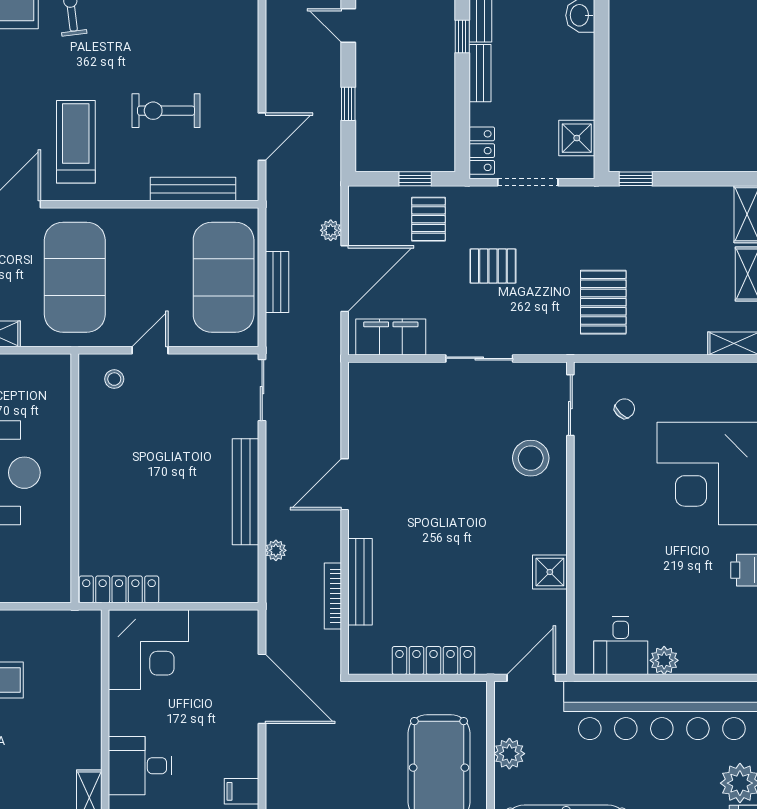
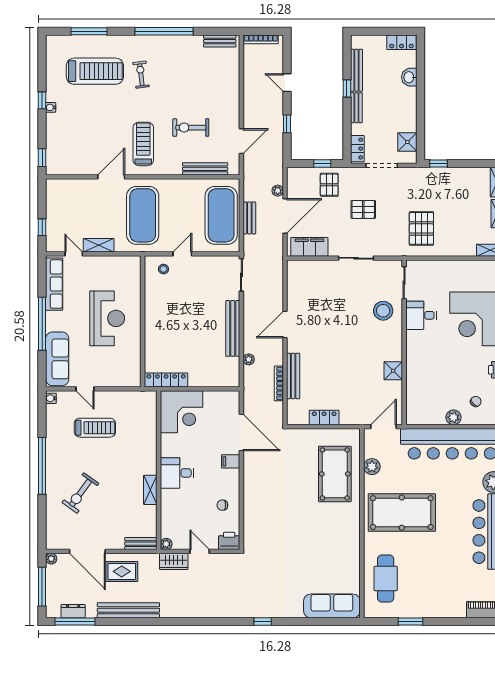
chair: (625, 409) -> (476, 401), moved
desk: (621, 645) -> (421, 315), moved, turned 90
locker: (433, 660) -> (324, 417), width x0.66
filing cabinet: (242, 791) -> (231, 461), moved

